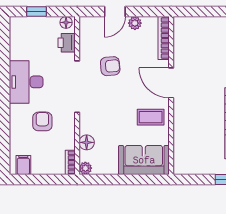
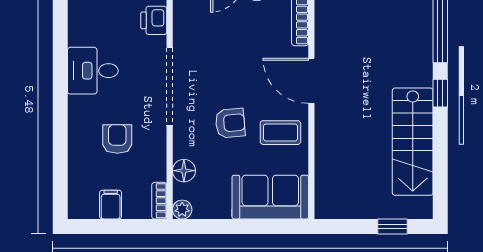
armchair: (110, 66) -> (230, 123), moved
desk: (26, 82) -> (93, 71), width x0.73
filing cabinet: (23, 165) -> (111, 205), moved

